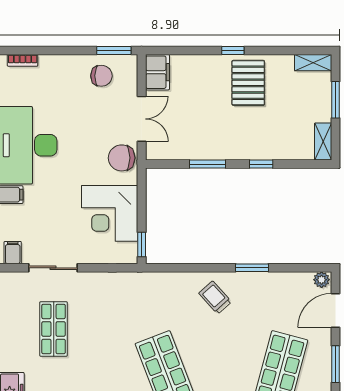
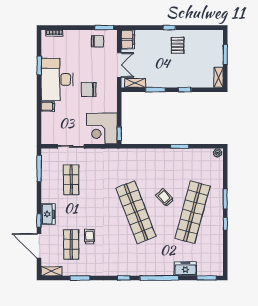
shelving: (313, 63) -> (135, 83), moved
pallet: (248, 83) -> (178, 45), width x0.67, depth x0.71
chair: (122, 158) -> (89, 90), moved
corner desk: (110, 213) -> (102, 128), moved
filing cabinet: (13, 253) -> (49, 138), removed
trolley: (215, 298) -> (165, 198), moved
door: (335, 310) -> (225, 170), removed

